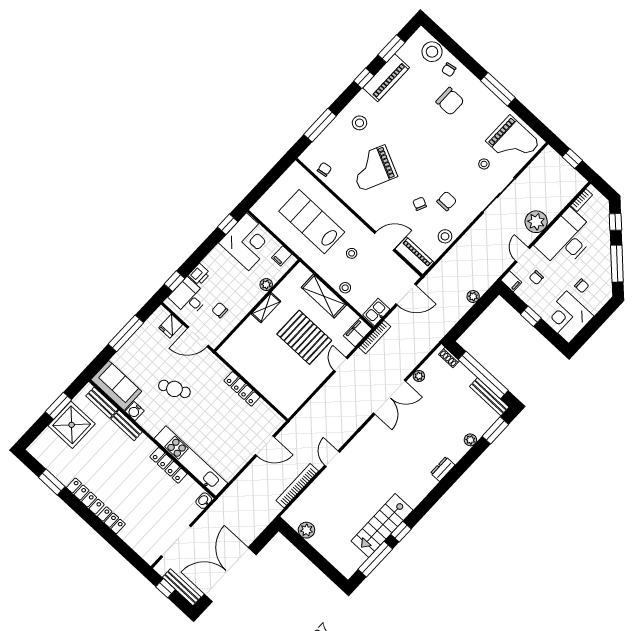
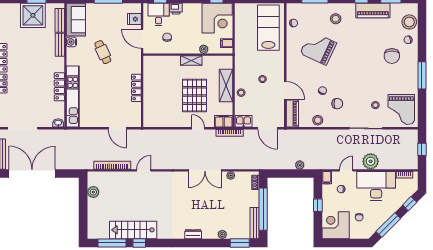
lab bench: (312, 222) -> (268, 28), moved
door: (341, 365) -> (198, 128), hinge flipped

